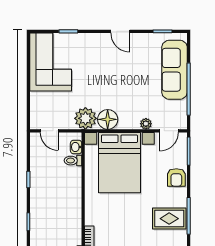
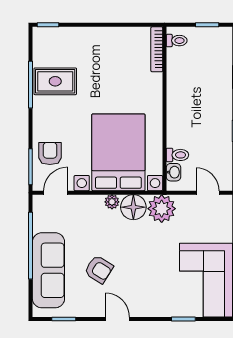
armchair: (135, 71) -> (99, 269), added
plant: (146, 124) -> (112, 202), moved
armchair: (176, 177) -> (50, 153), moved

